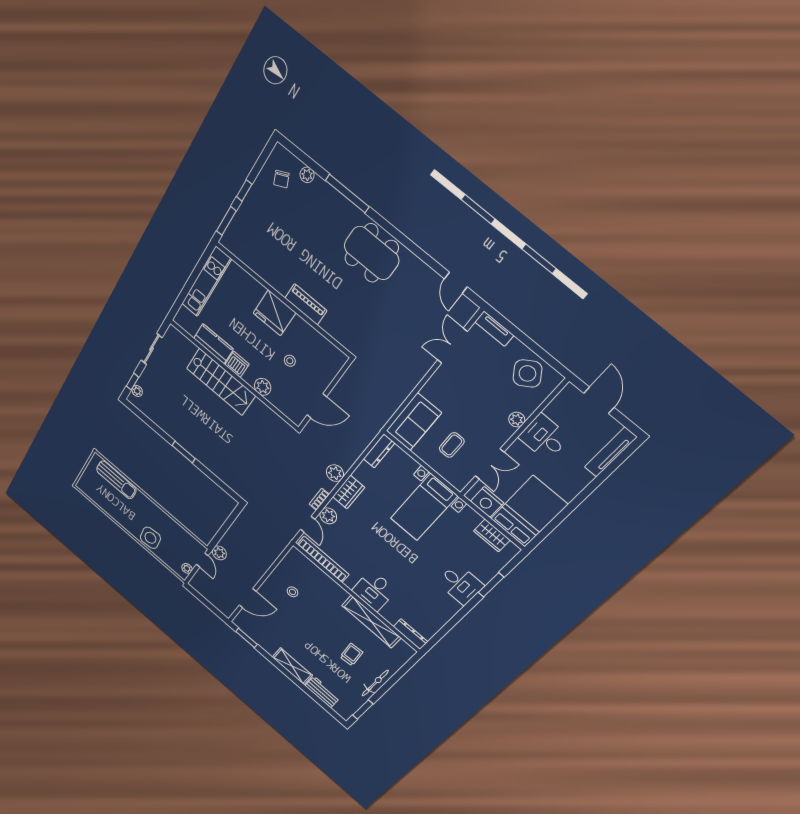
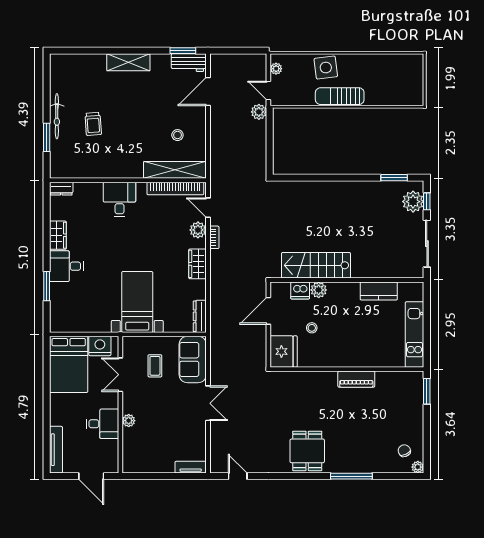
plant: (307, 175) -> (418, 467), moved
window: (244, 190) -> (427, 423), removed
dining table: (371, 253) -> (307, 451), width x0.73
piano: (306, 304) -> (356, 379), moved
fridge: (274, 313) -> (284, 351), moved, turned 90
double door: (452, 346) -> (208, 403), moved
sliding door: (152, 349) -> (427, 244), width x1.37
dishwasher: (237, 364) -> (300, 290), moved
side table: (527, 373) -> (147, 456), removed
stairs: (221, 382) -> (316, 265), moved
plant: (137, 391) -> (413, 202), width x1.87, depth x1.87
window: (184, 452) -> (394, 178), moved
plant: (335, 473) -> (218, 270), removed
sun lounger: (116, 480) -> (340, 96), moved
wardrobe: (492, 535) -> (58, 235), moved, turned 90
shelving: (371, 622) -> (175, 170), moved
dresser: (410, 634) -> (61, 189), width x0.70
workbench: (322, 692) -> (189, 63), moved
window: (363, 710) -> (47, 137), moved

